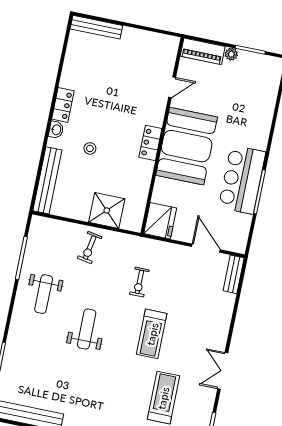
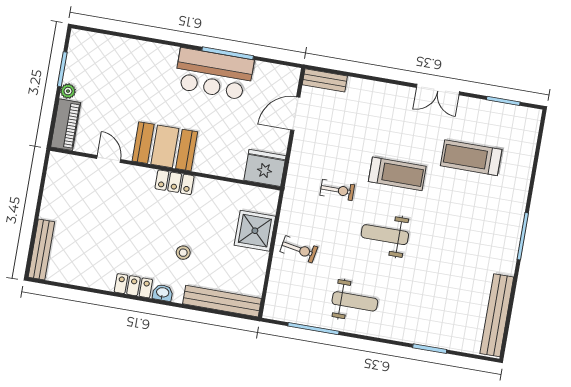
booth: (187, 146) -> (165, 146), width x0.73, depth x0.70
weight bench: (87, 329) -> (385, 235), moved

